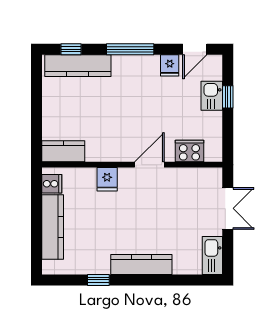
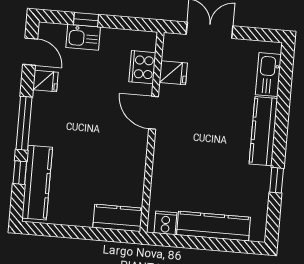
window: (71, 49) -> (20, 173), moved
kitchen counter: (63, 151) -> (118, 218), moved, turned 90
fridge: (107, 179) -> (173, 73), moved
kitchen sink: (212, 256) -> (268, 75), moved, turned 90

